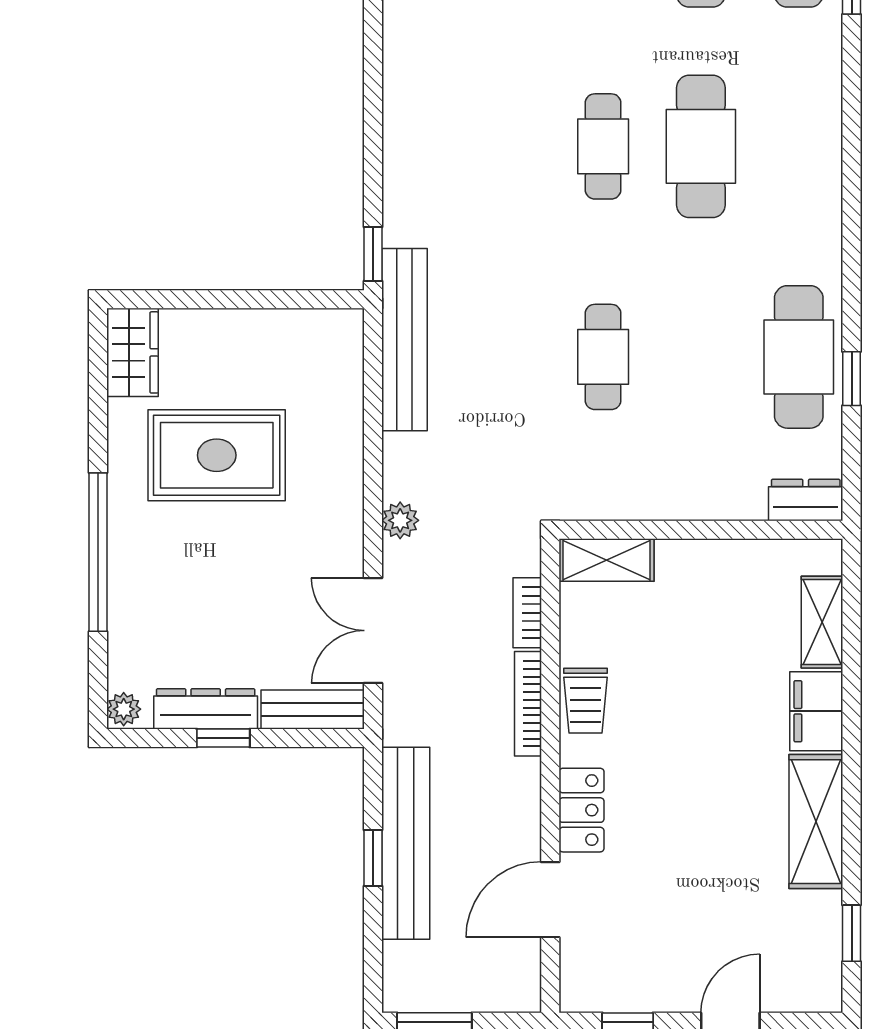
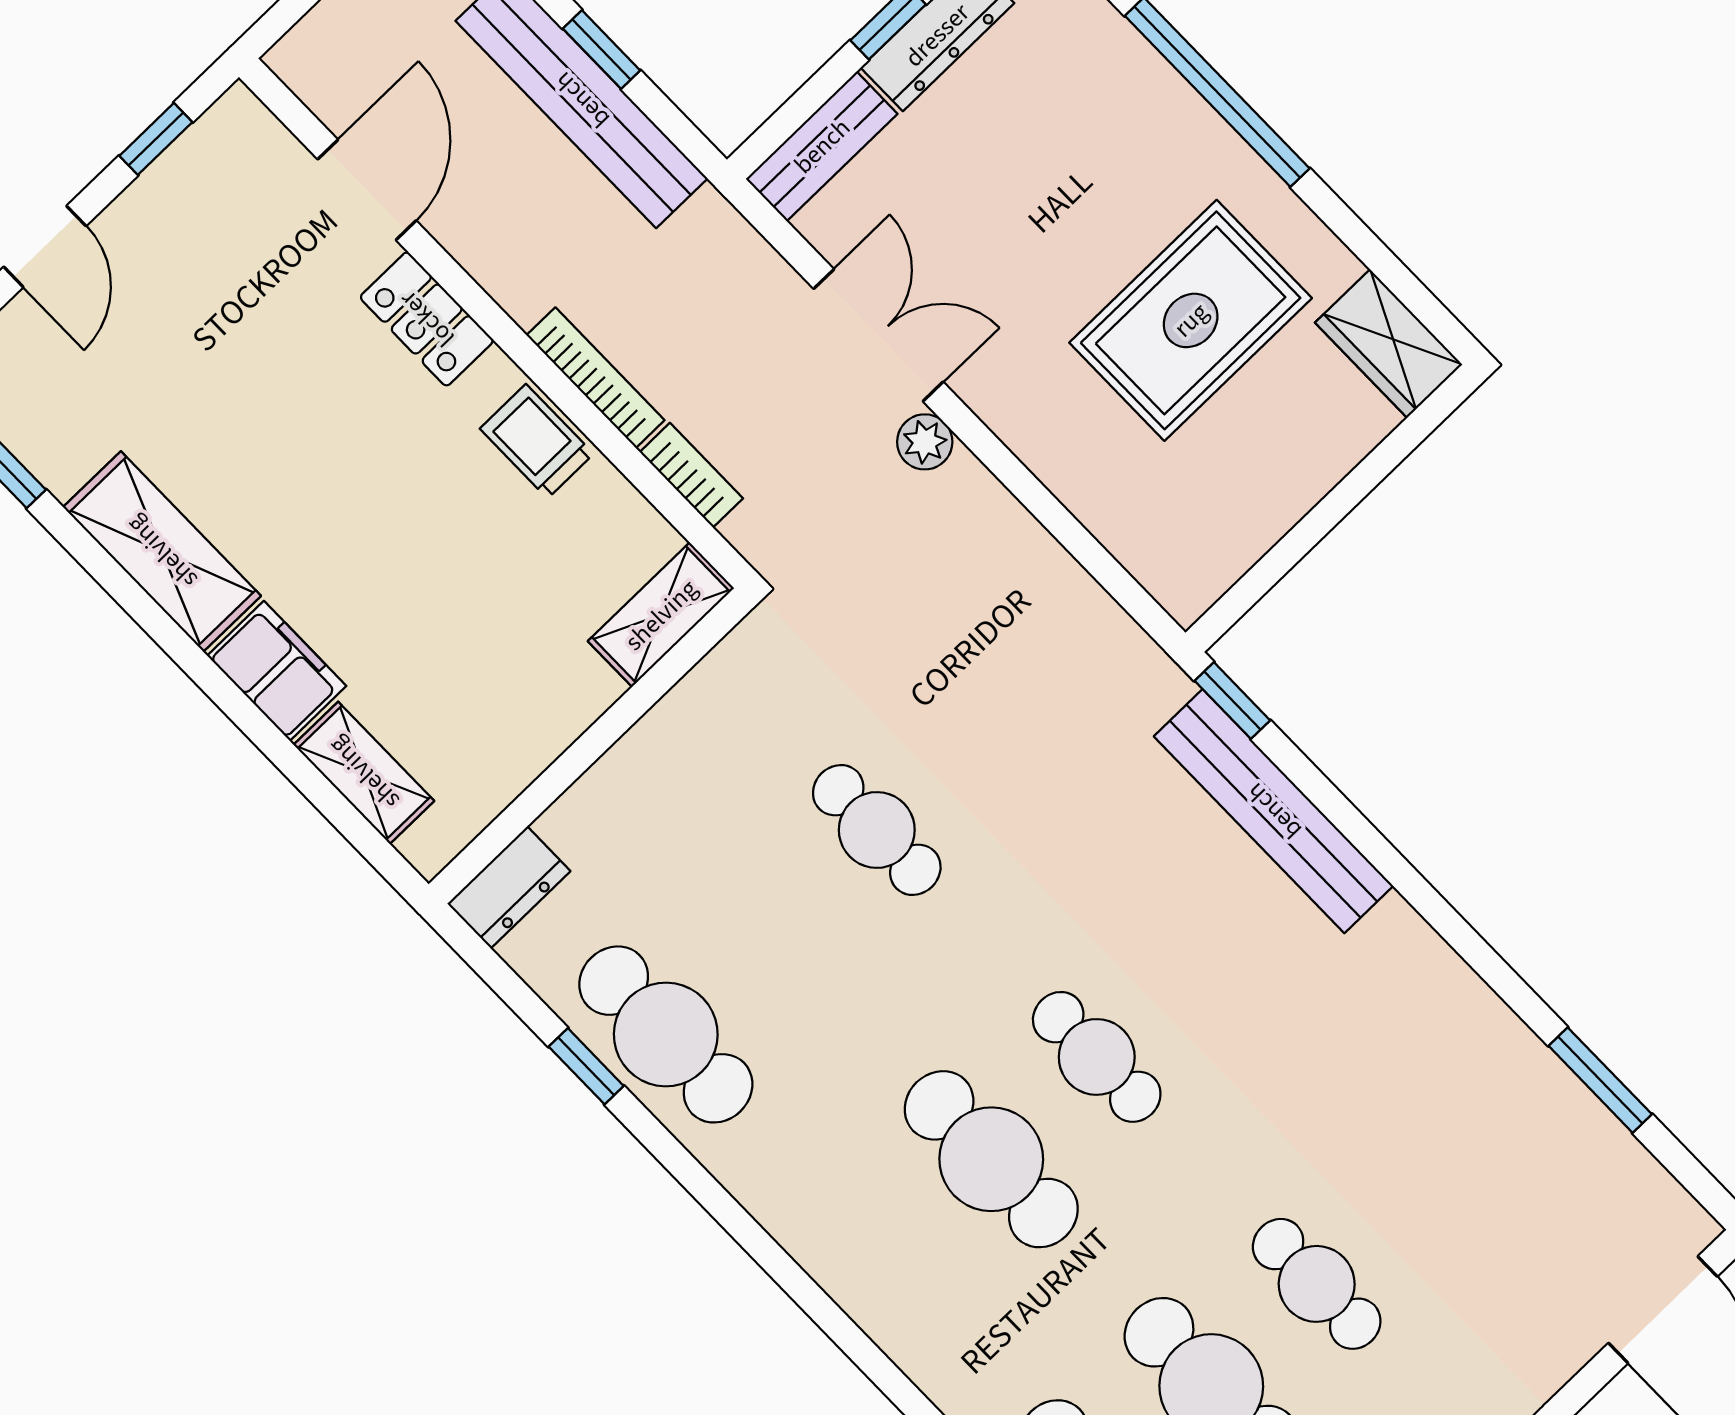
bench: (404, 340) -> (1274, 811), moved
double door: (373, 631) -> (878, 335), moved

